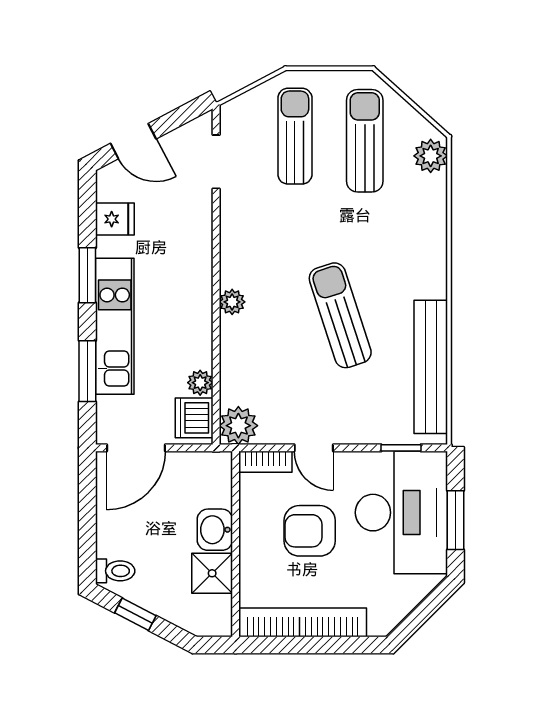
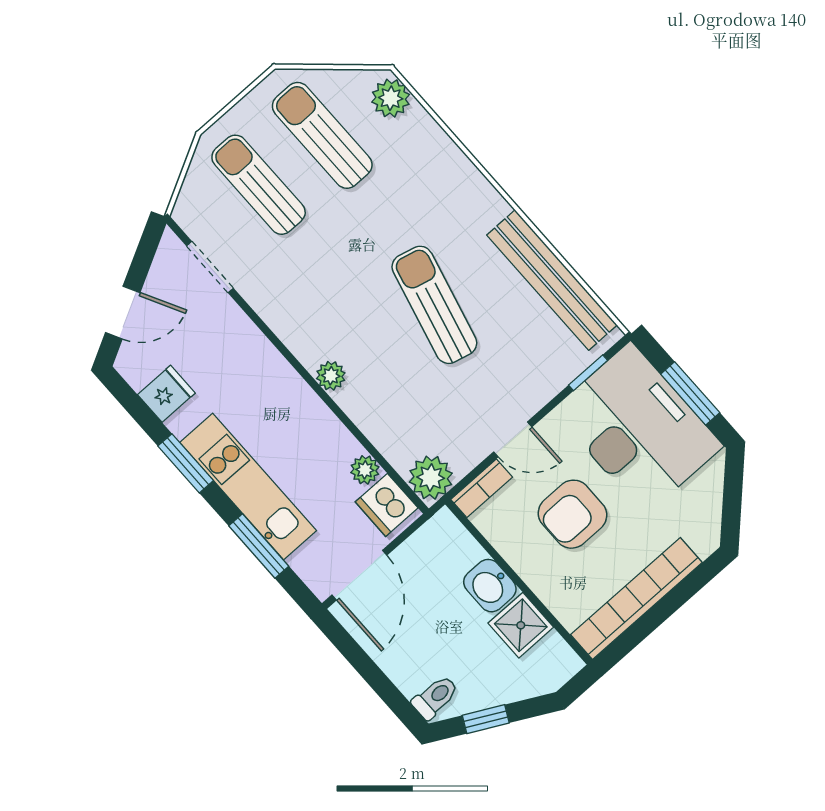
sun lounger: (340, 315) -> (434, 305), turned 32

